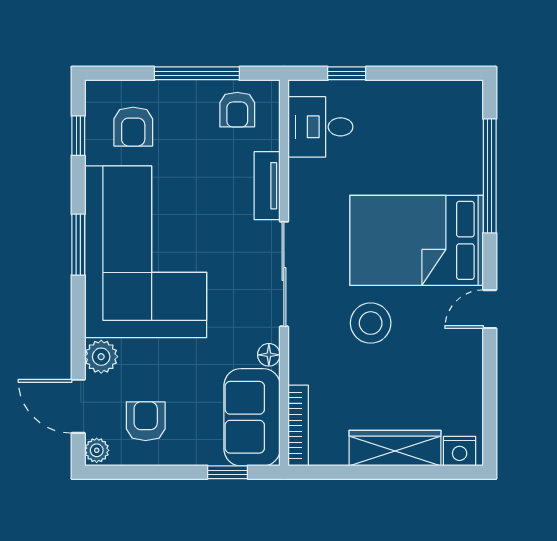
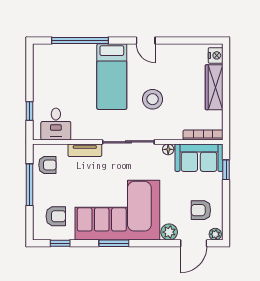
bed: (417, 240) -> (112, 77), width x0.67

